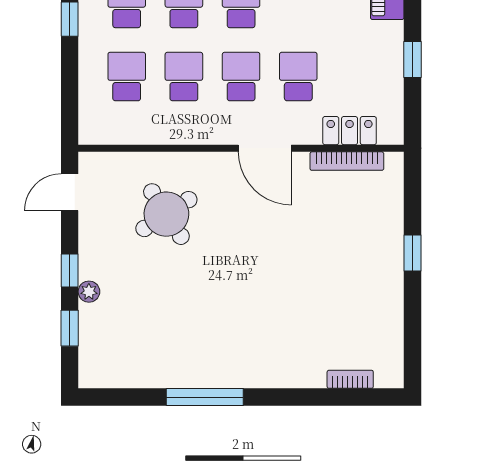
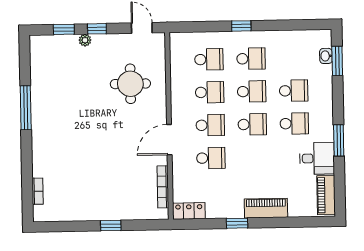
window: (413, 60) -> (237, 223), moved
locker: (350, 131) -> (189, 211), moved, turned -90
round table: (166, 214) -> (130, 84), turned 33

